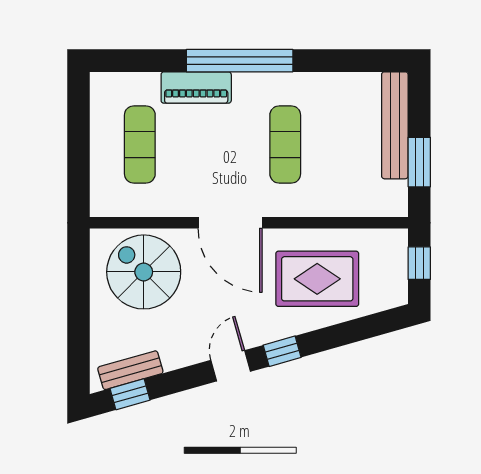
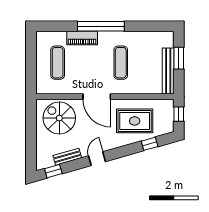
bench: (395, 125) -> (168, 71), moved
window: (419, 162) -> (179, 58), moved
window: (282, 351) -> (150, 144), moved
bench: (130, 370) -> (67, 157), moved

